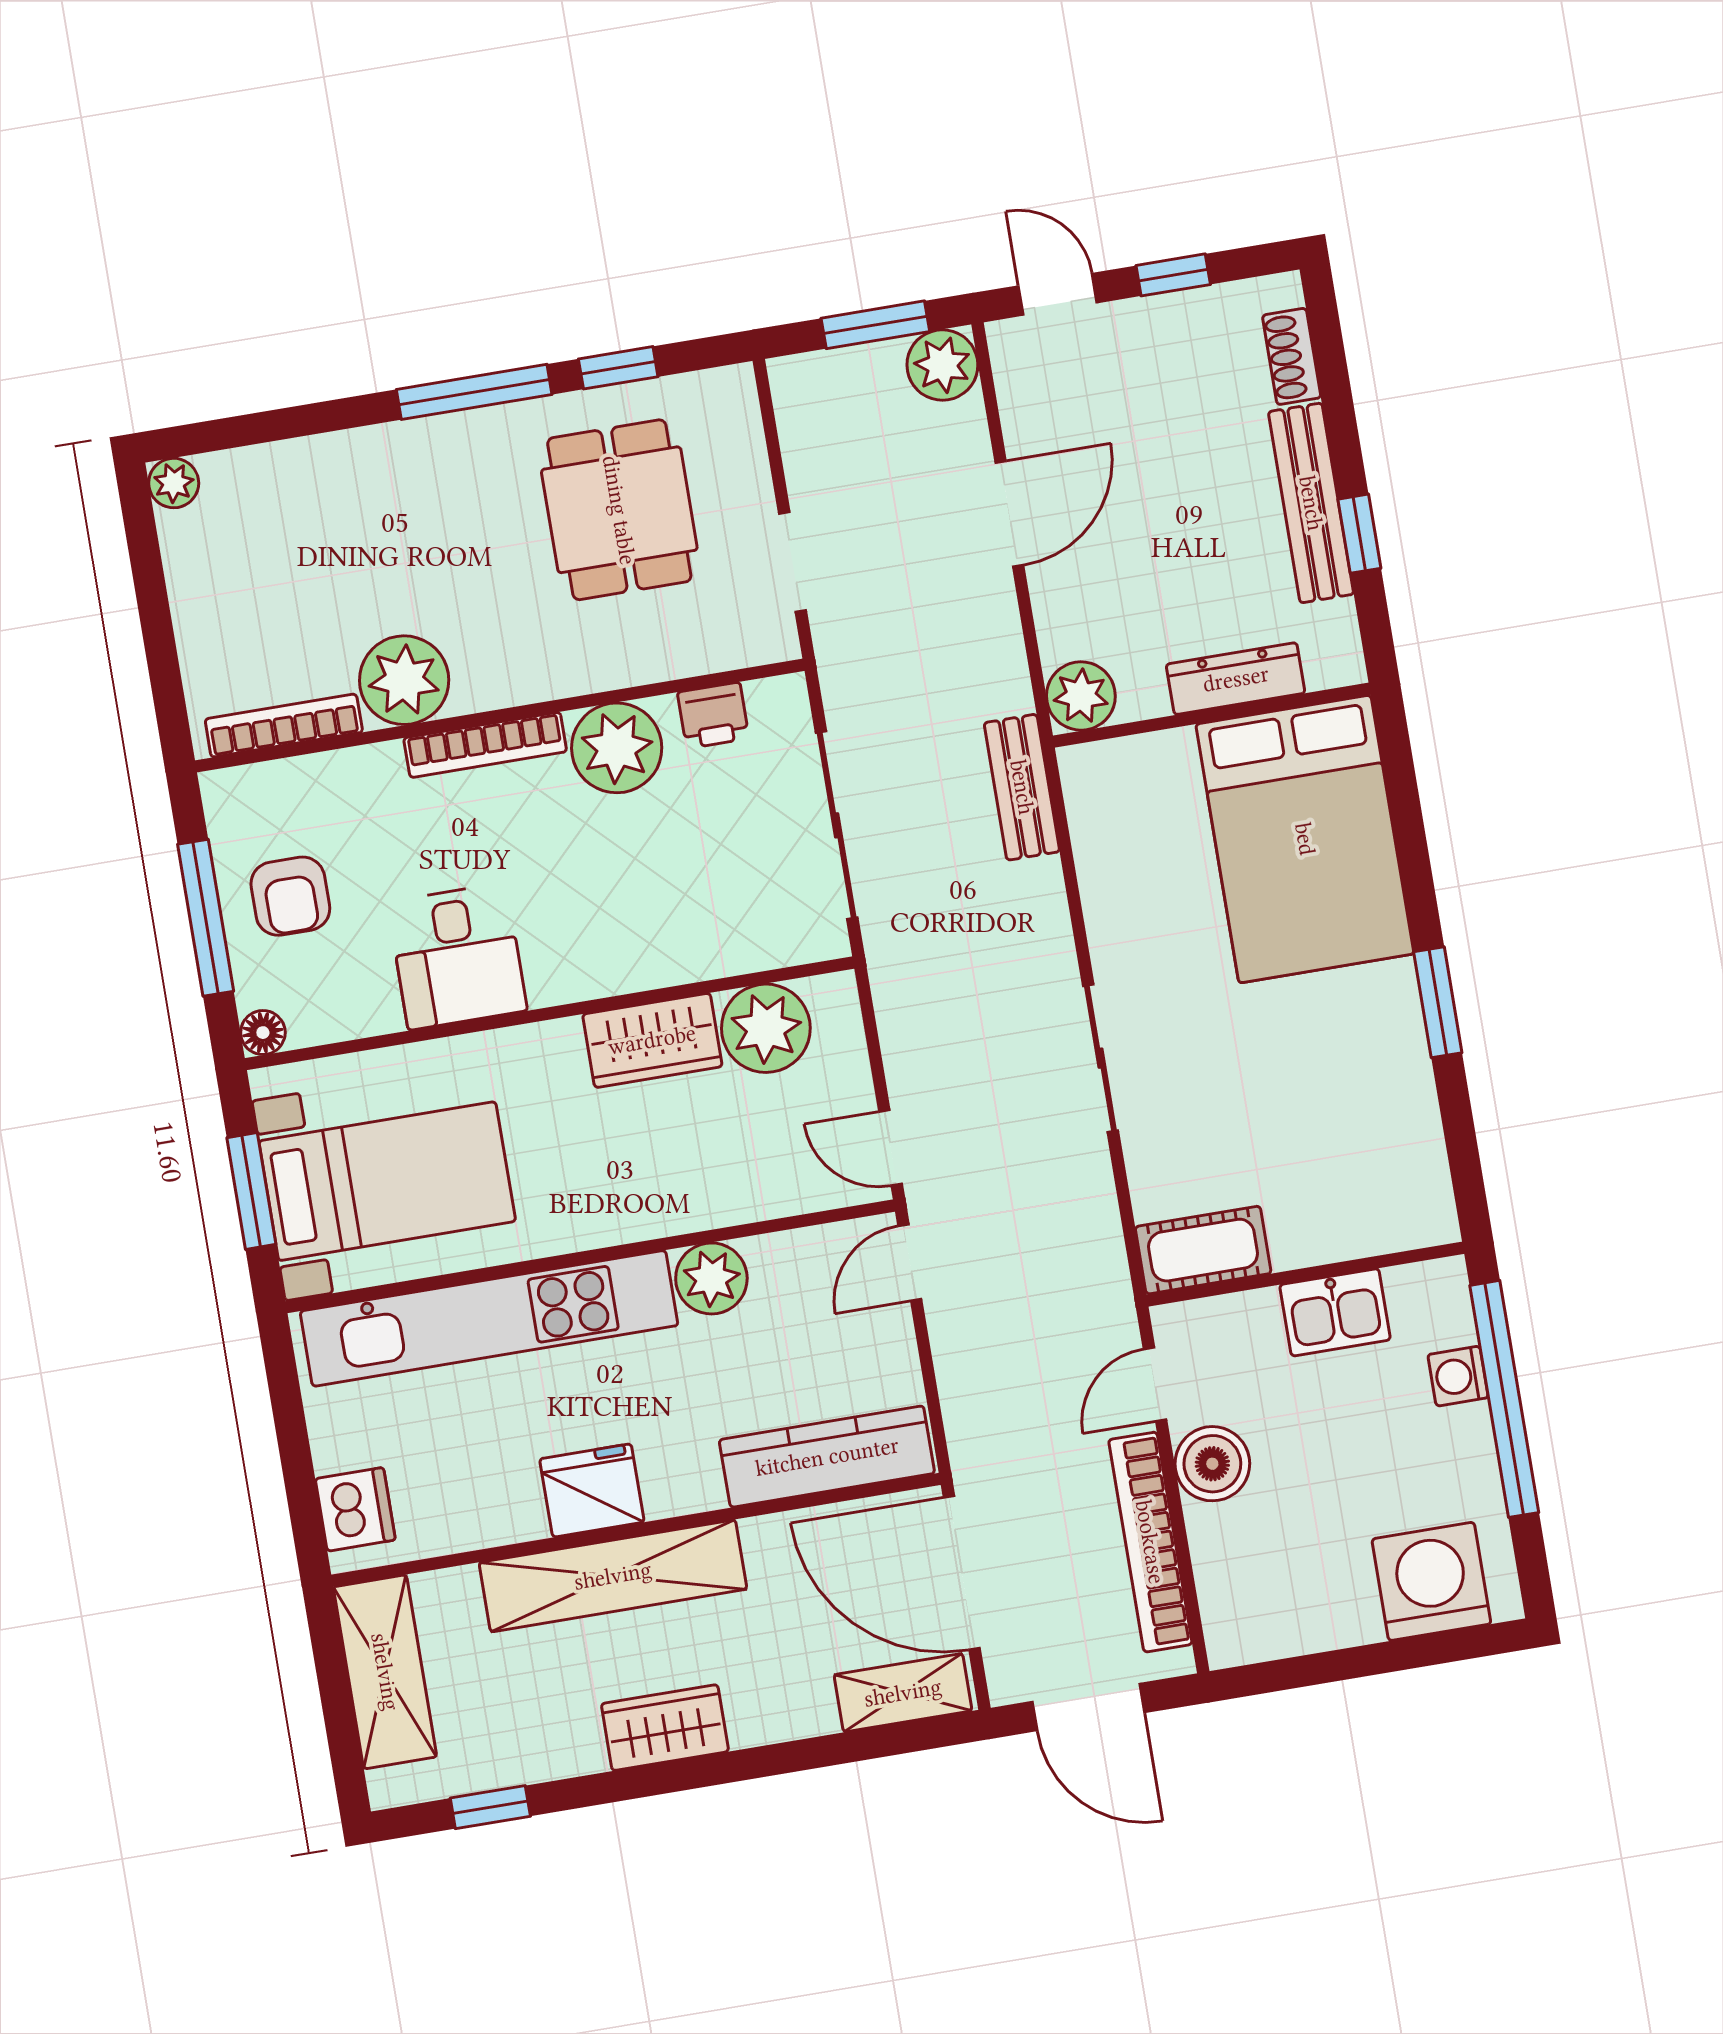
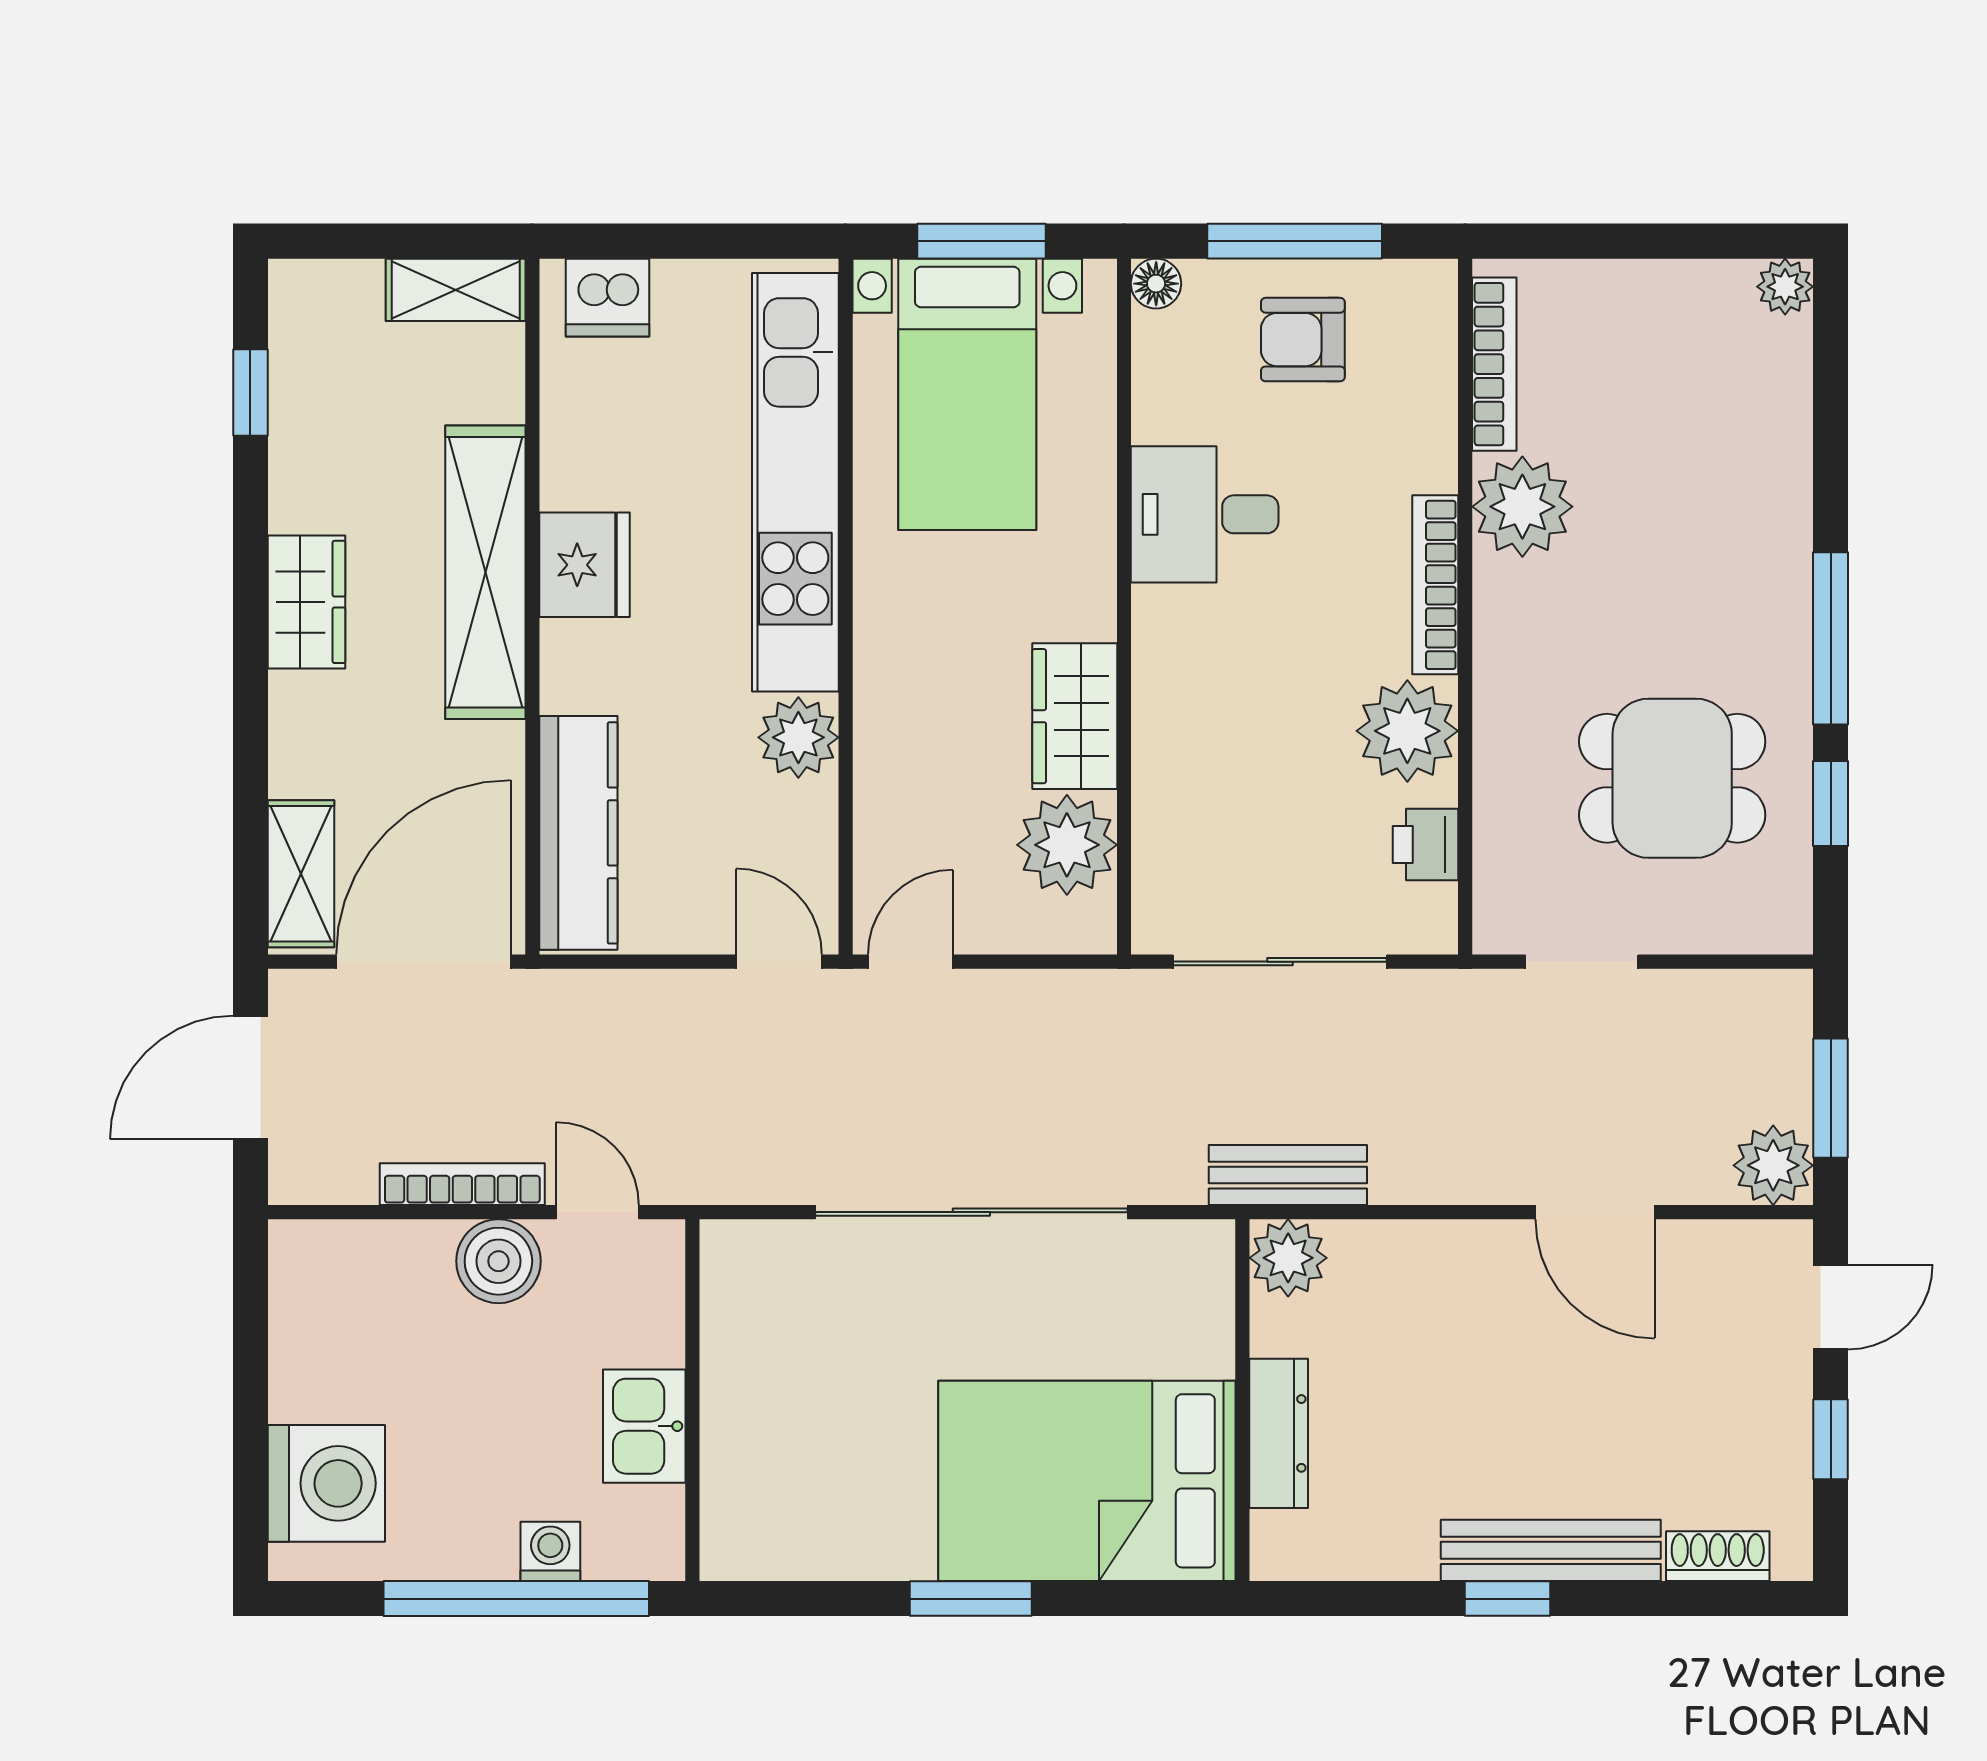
dresser: (1236, 679) -> (1279, 1433), moved
plant: (1081, 696) -> (1288, 1258), moved
wall: (1212, 715) -> (1242, 1400), moved
bed: (1305, 839) -> (1087, 1481), moved
sliding door: (1100, 1058) -> (971, 1212), width x1.86
cot: (1203, 1250) -> (738, 1291), removed
bookcase: (1150, 1542) -> (462, 1184), width x0.68, depth x0.76
shelving: (385, 1672) -> (456, 290), width x0.67, depth x0.75

